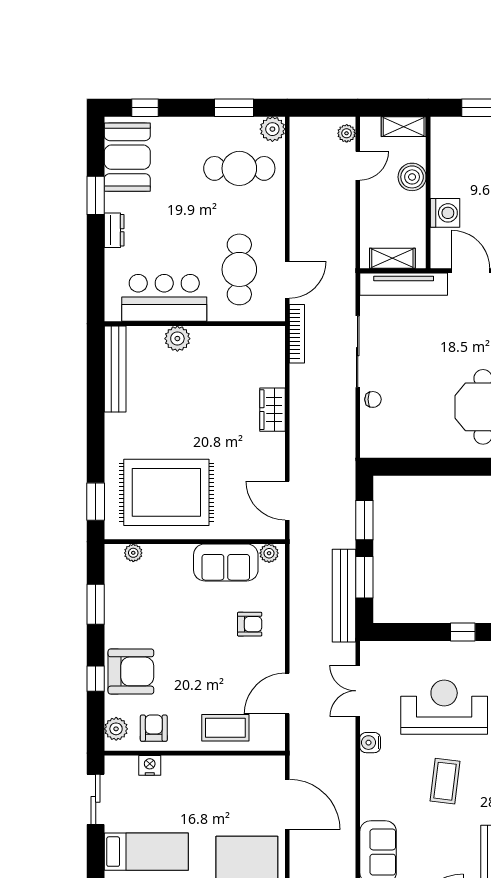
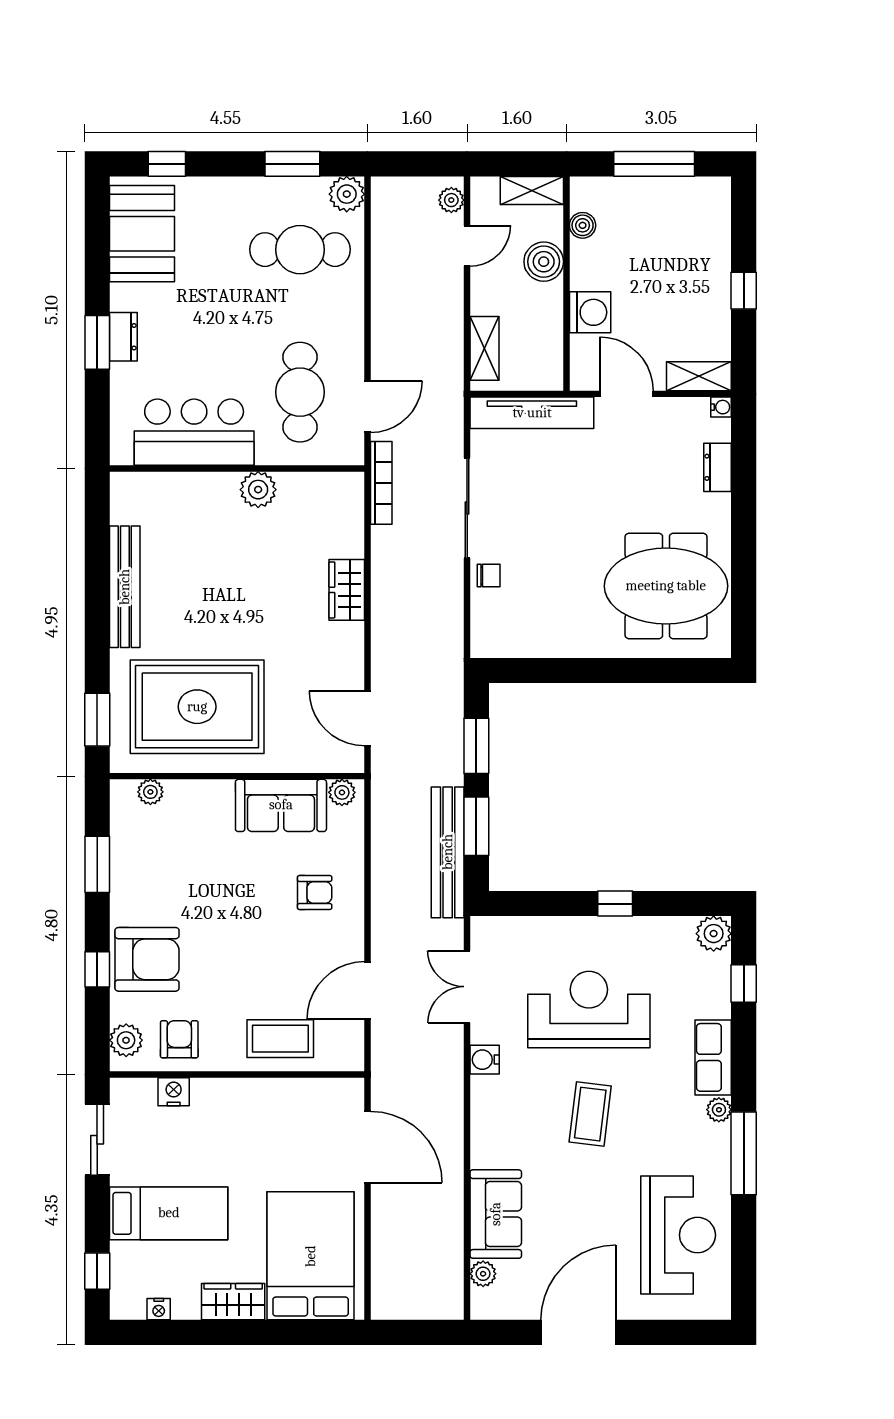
boiler: (440, 151) -> (583, 225), added
window: (96, 195) -> (97, 342), moved
shelving: (392, 258) -> (485, 348), moved, turned 90
plant: (177, 339) -> (258, 490), moved
bench: (115, 369) -> (125, 587), moved

